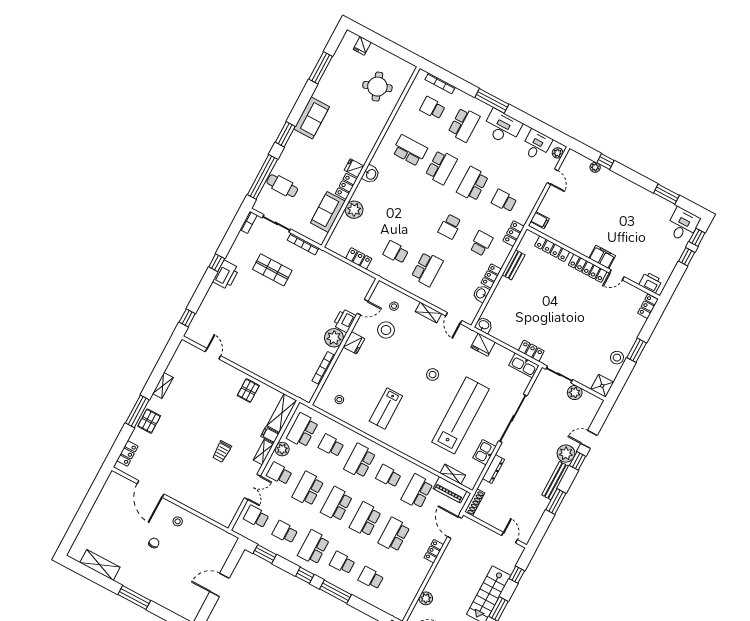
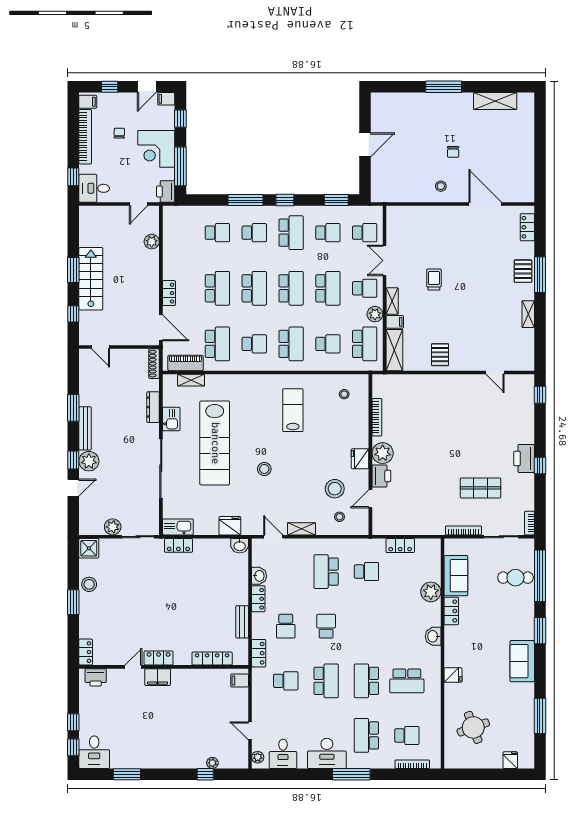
fridge: (354, 168) -> (453, 675), moved
locker: (588, 268) -> (159, 658), width x0.66

